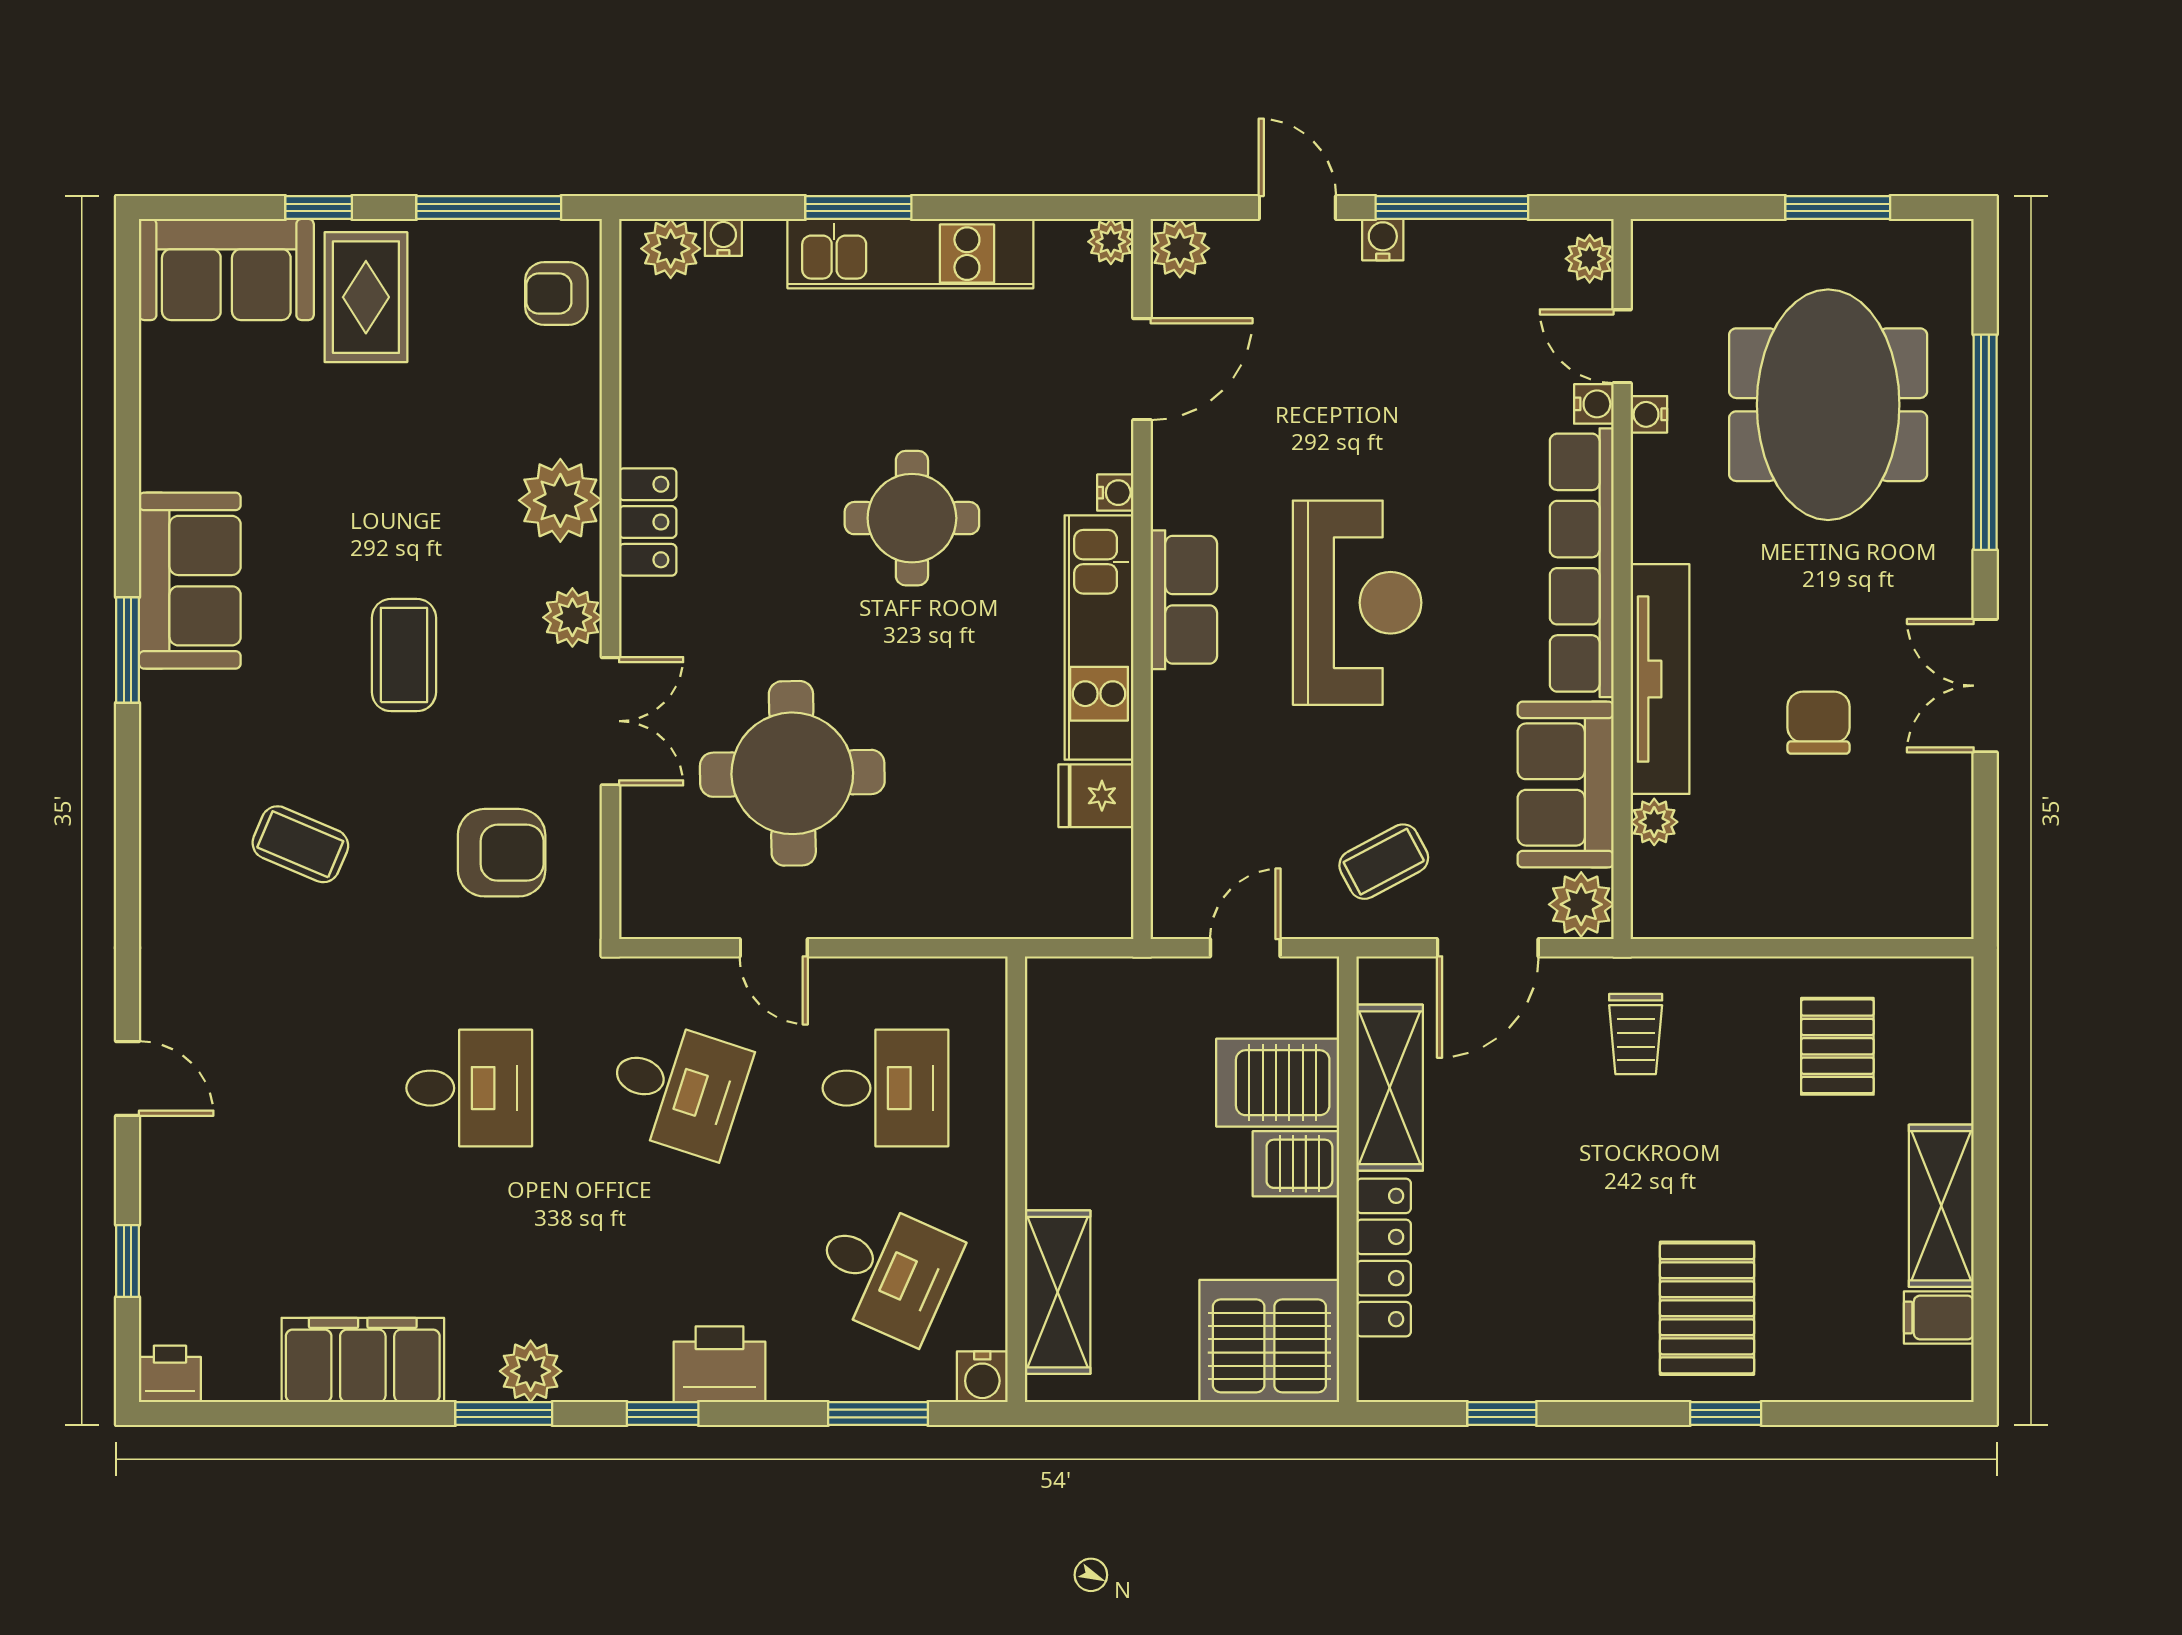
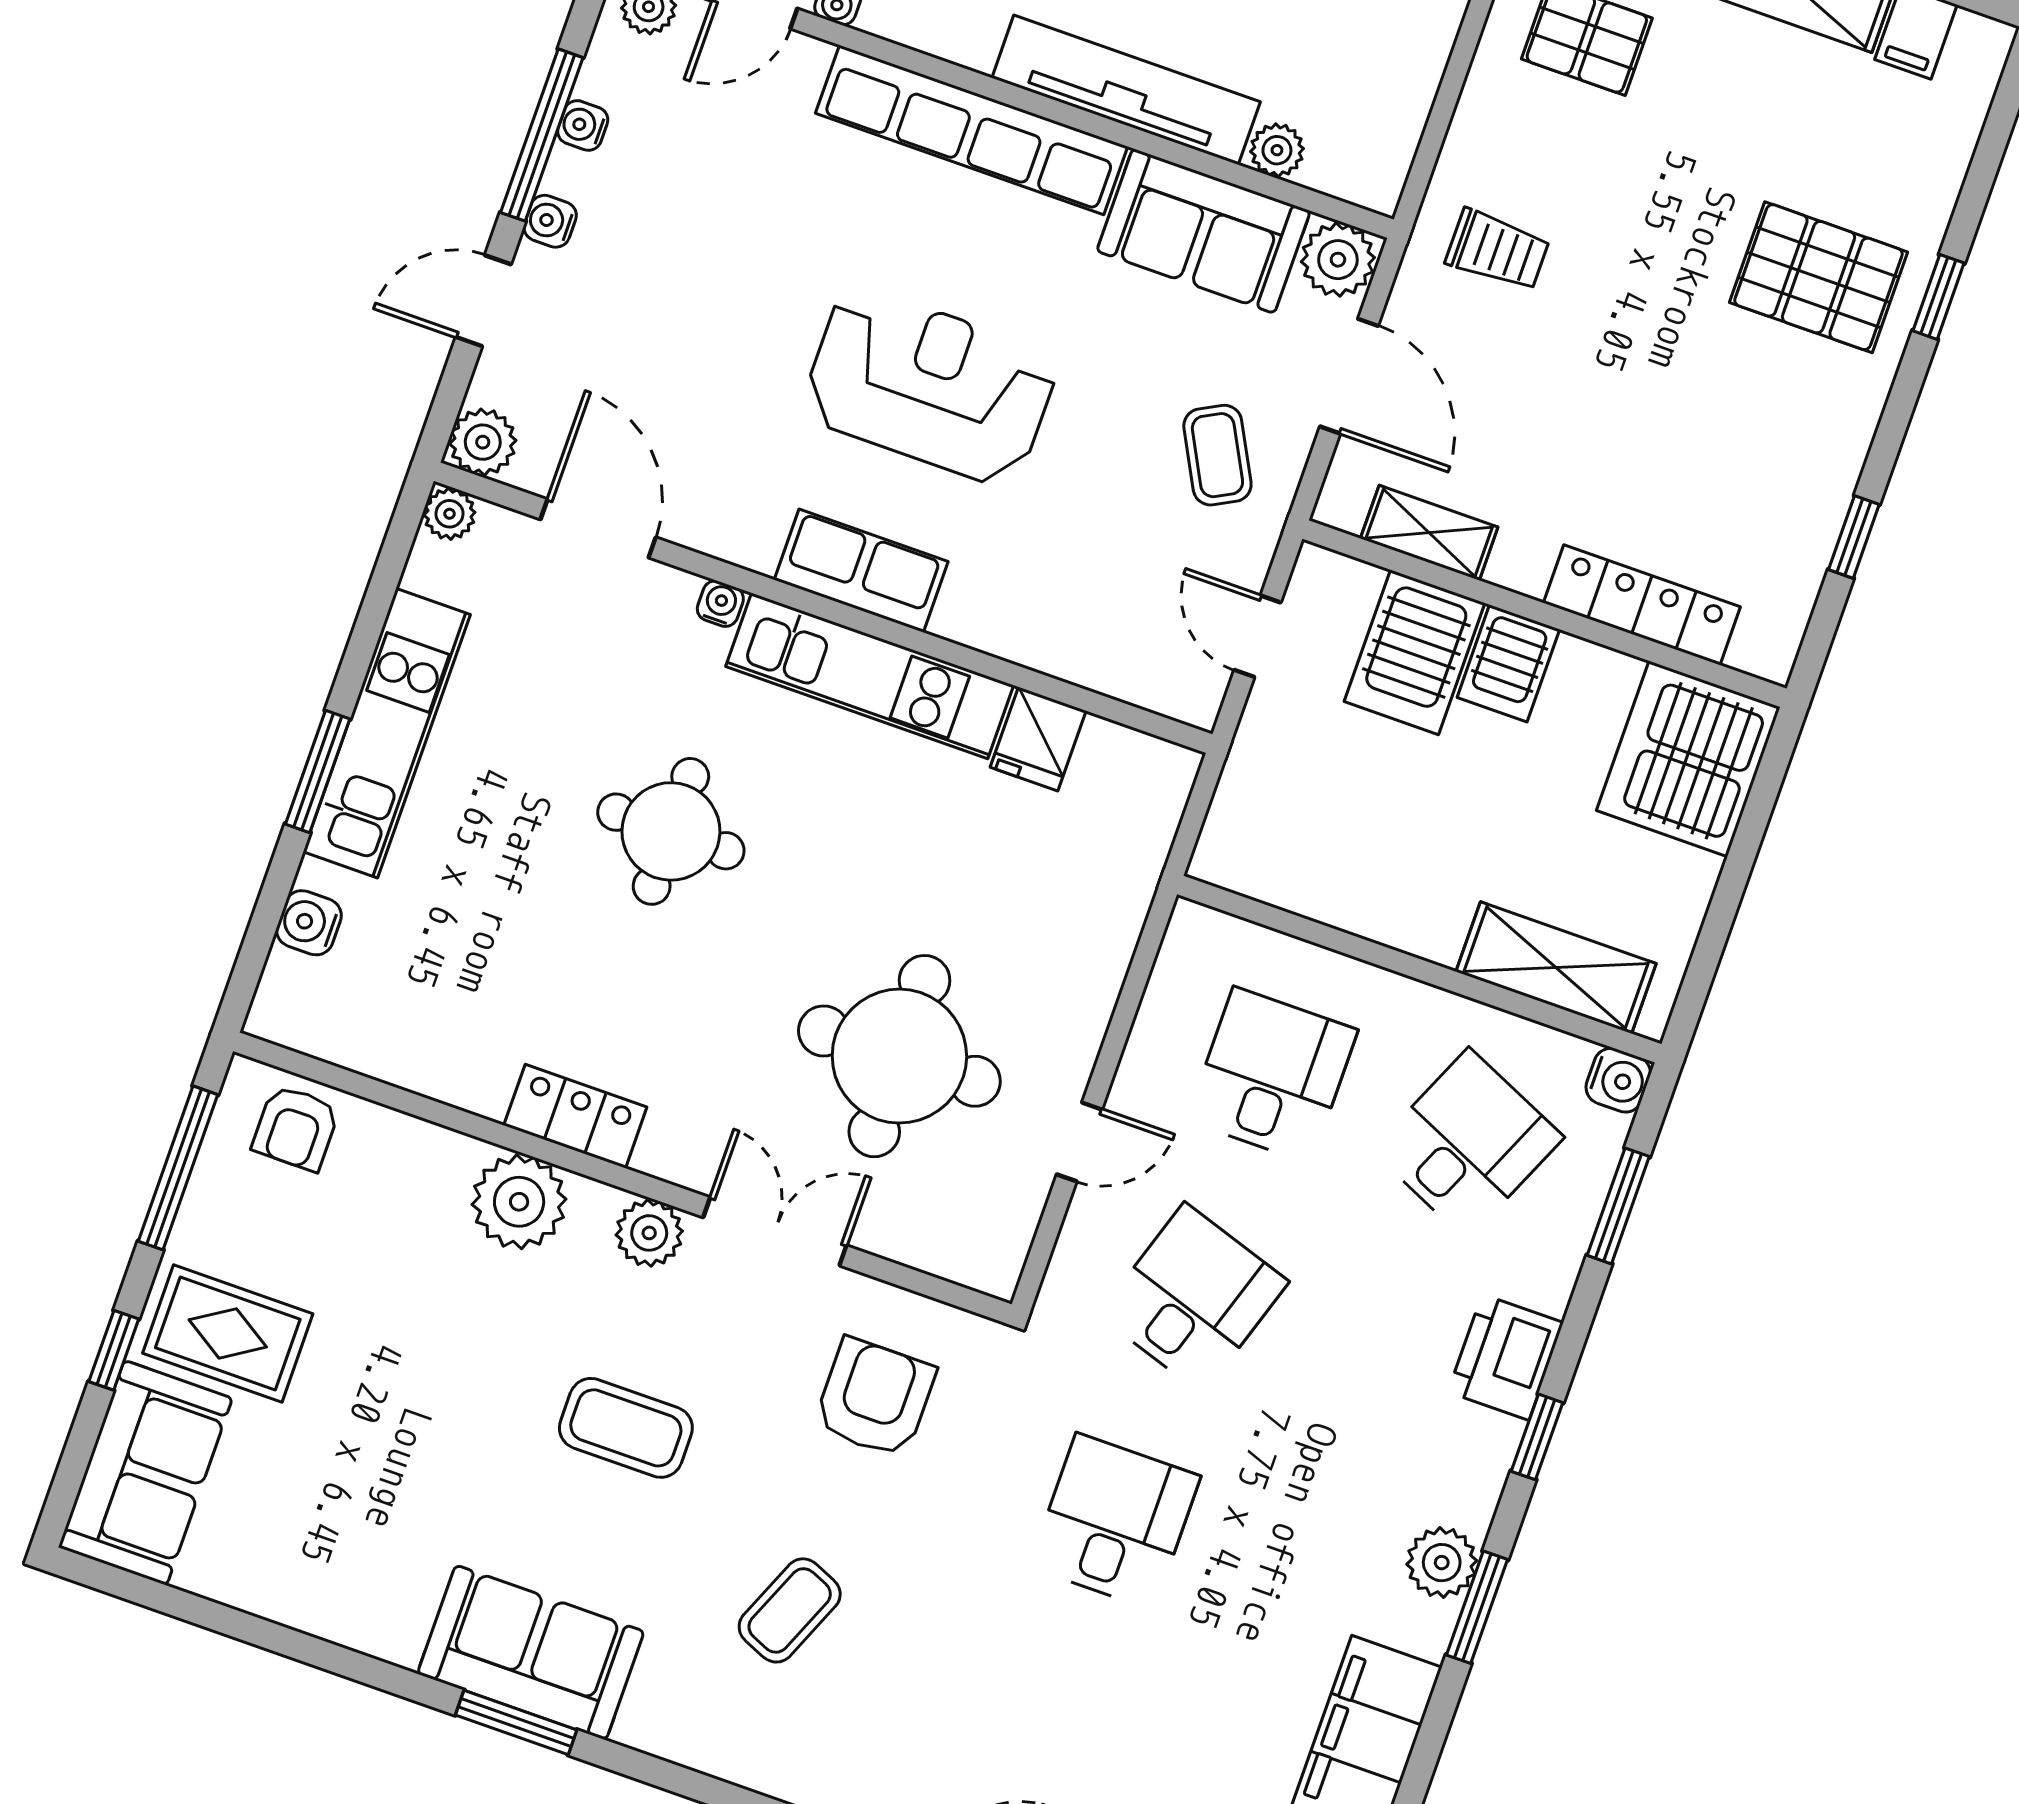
water cooler: (723, 237) -> (309, 923), width x1.38, depth x1.38
plant: (671, 249) -> (291, 988), removed
water cooler: (1594, 404) -> (583, 125), moved, turned -90
sofa: (190, 581) -> (531, 1653), moved
shelving: (1390, 1088) -> (1429, 533), width x0.67, depth x0.75

